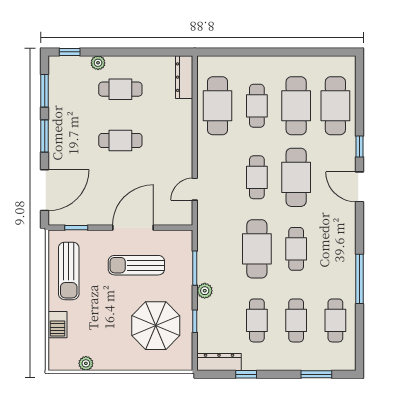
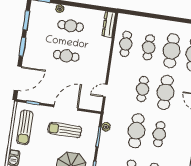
cafe table: (218, 106) -> (126, 44), width x0.73, depth x0.74
plant: (205, 291) -> (106, 127), moved

